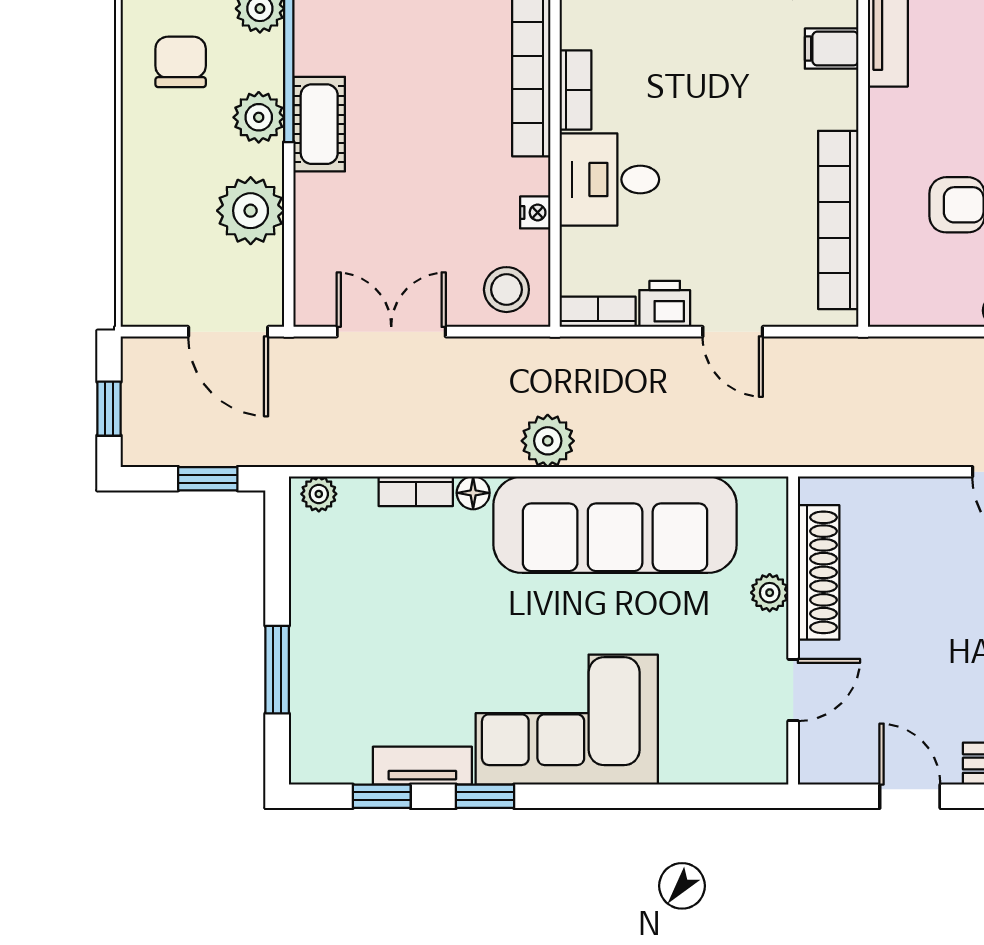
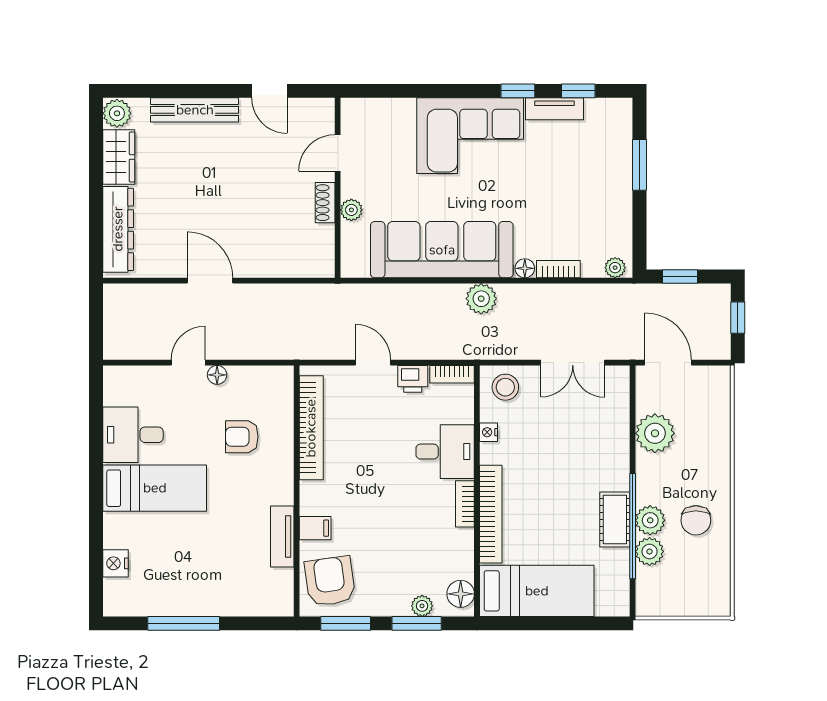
plant: (259, 117) -> (650, 520), moved
cot: (319, 124) -> (615, 519), moved
shoe rack: (819, 572) -> (325, 203), width x0.51, depth x0.81

